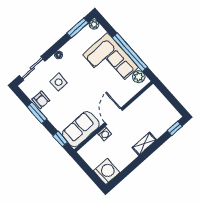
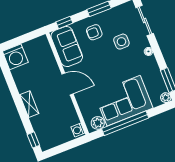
armchair: (41, 100) -> (94, 32), moved
washing machine: (105, 134) -> (78, 130), moved

